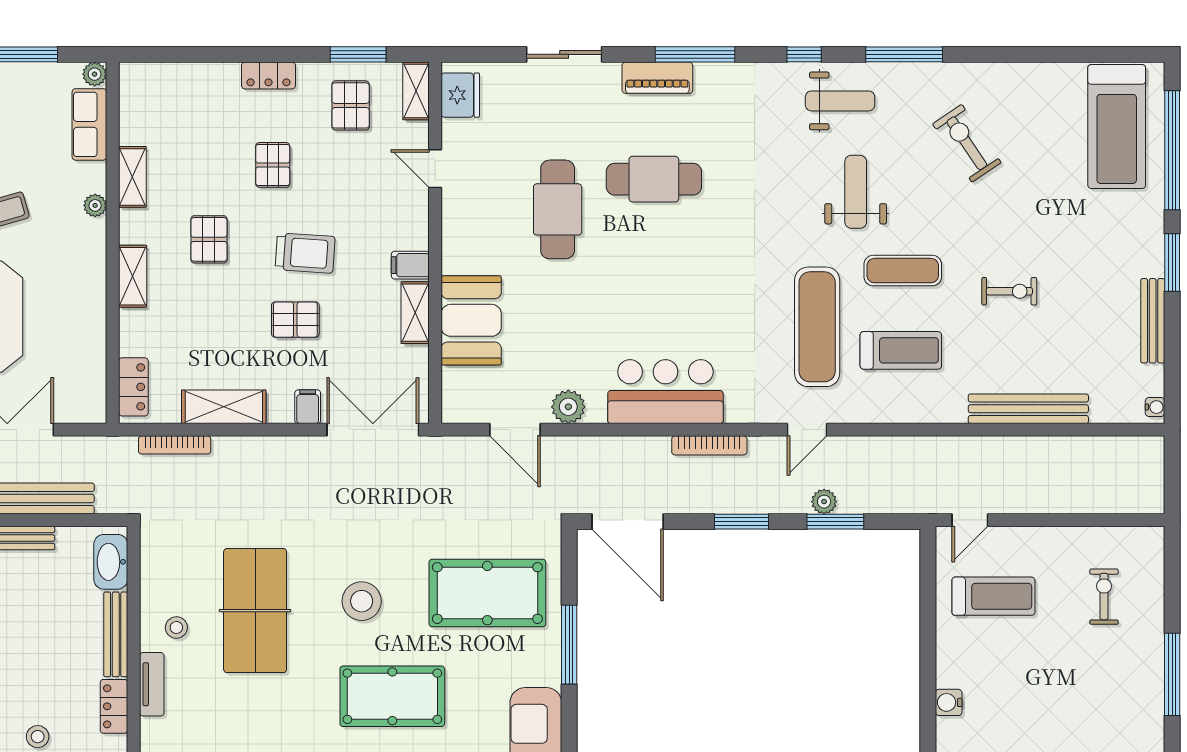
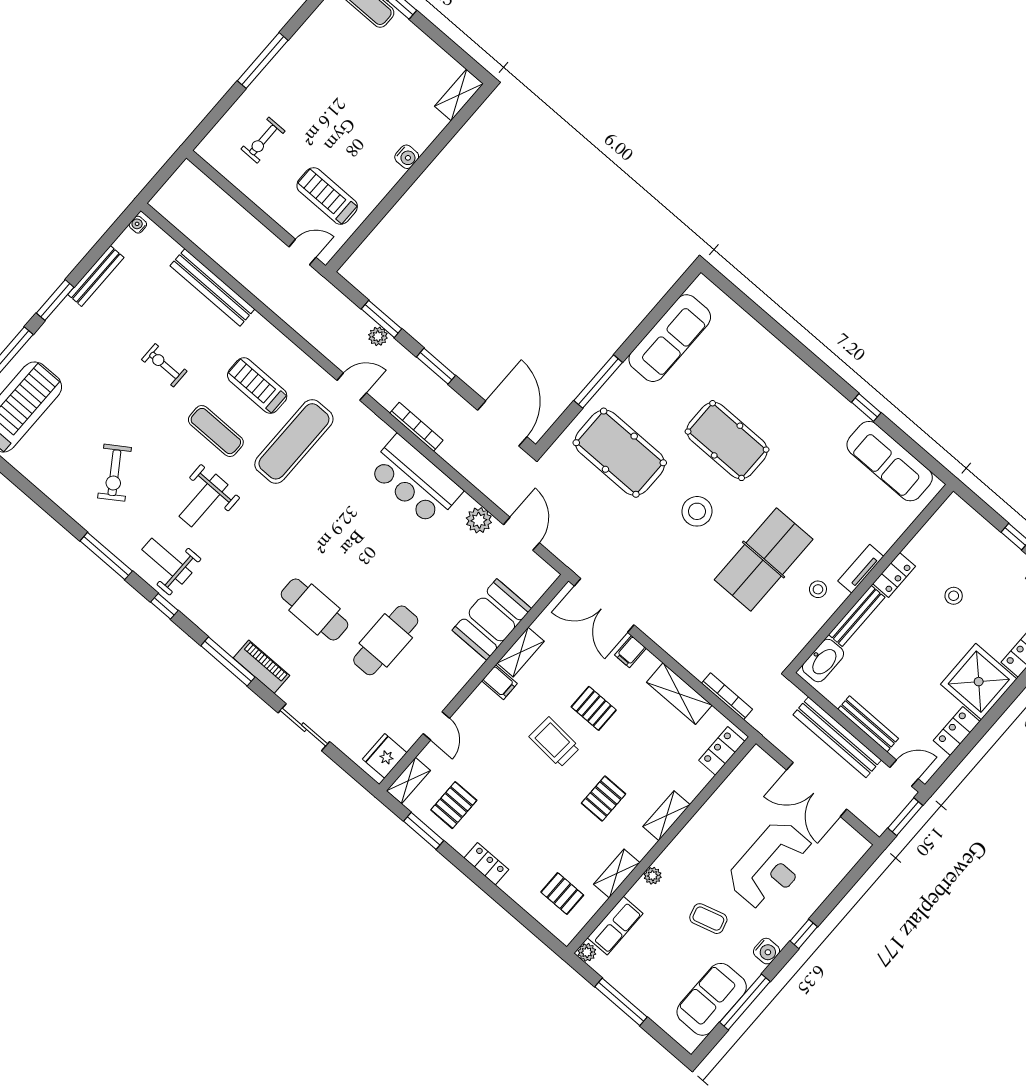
pallet: (273, 165) -> (562, 894), moved, turned 90

